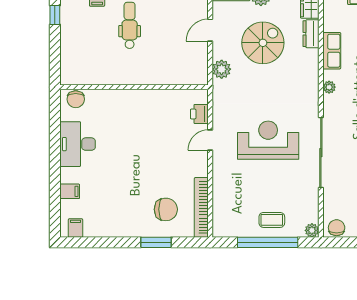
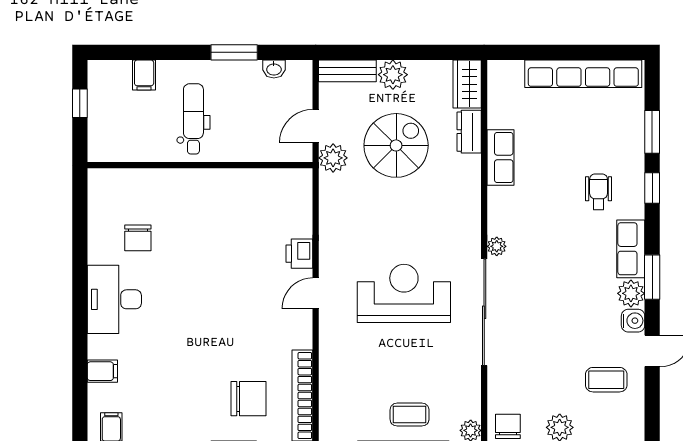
plant: (222, 69) -> (333, 158), moved
wall: (134, 87) -> (200, 165), moved
plant: (329, 87) -> (497, 246), moved
chair: (76, 99) -> (138, 238), moved

